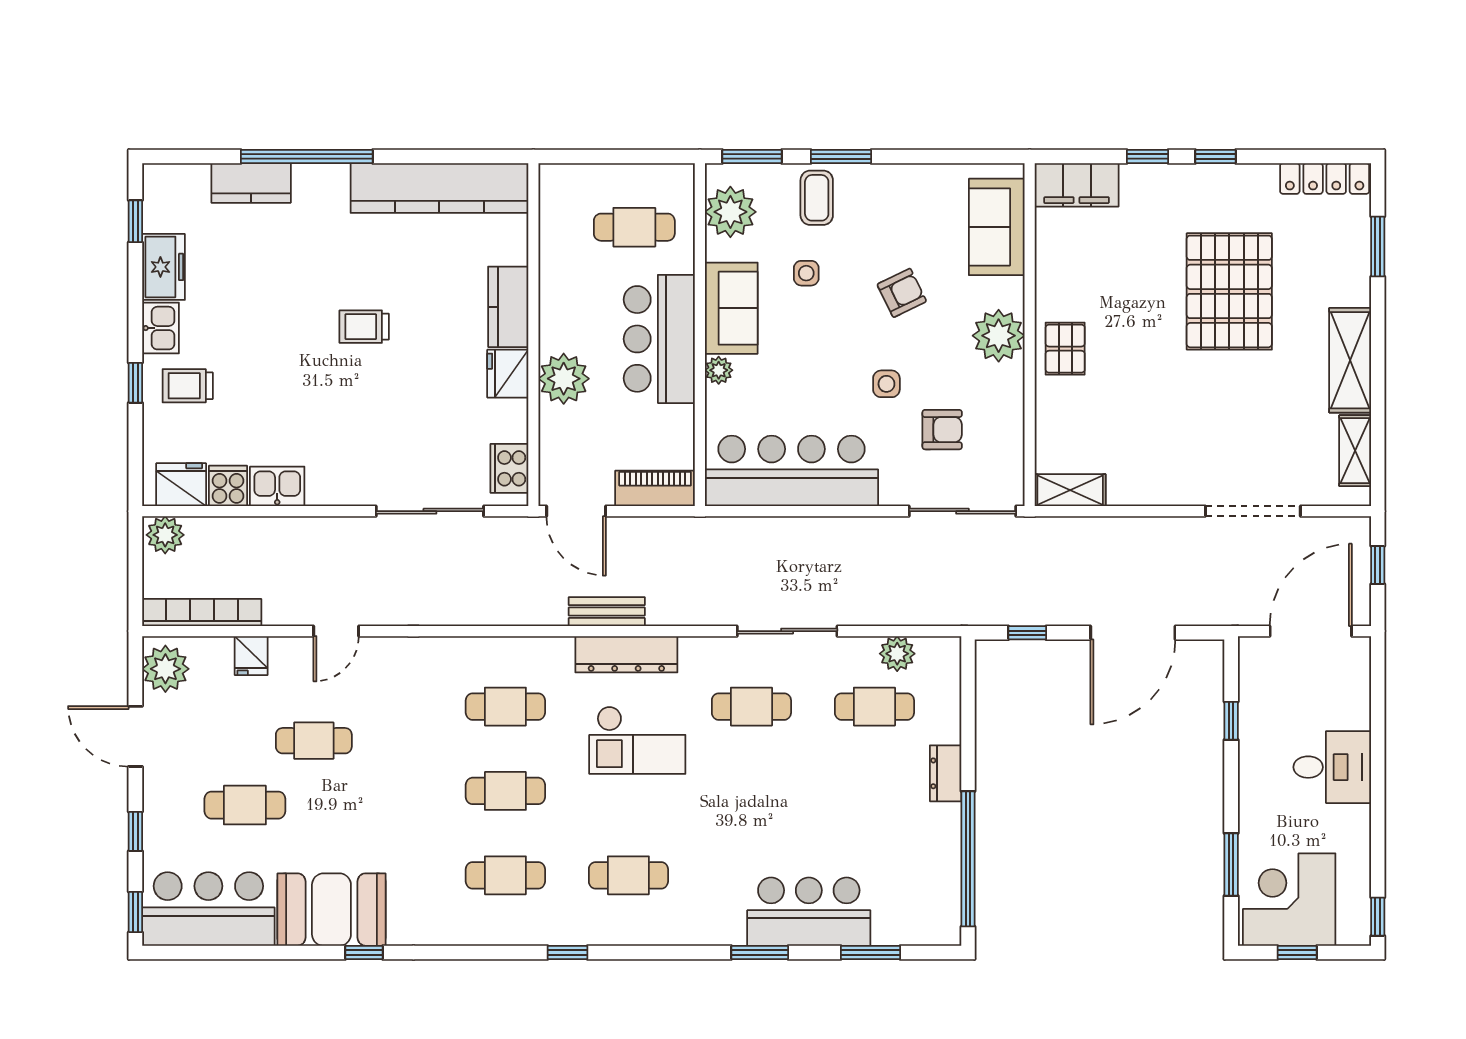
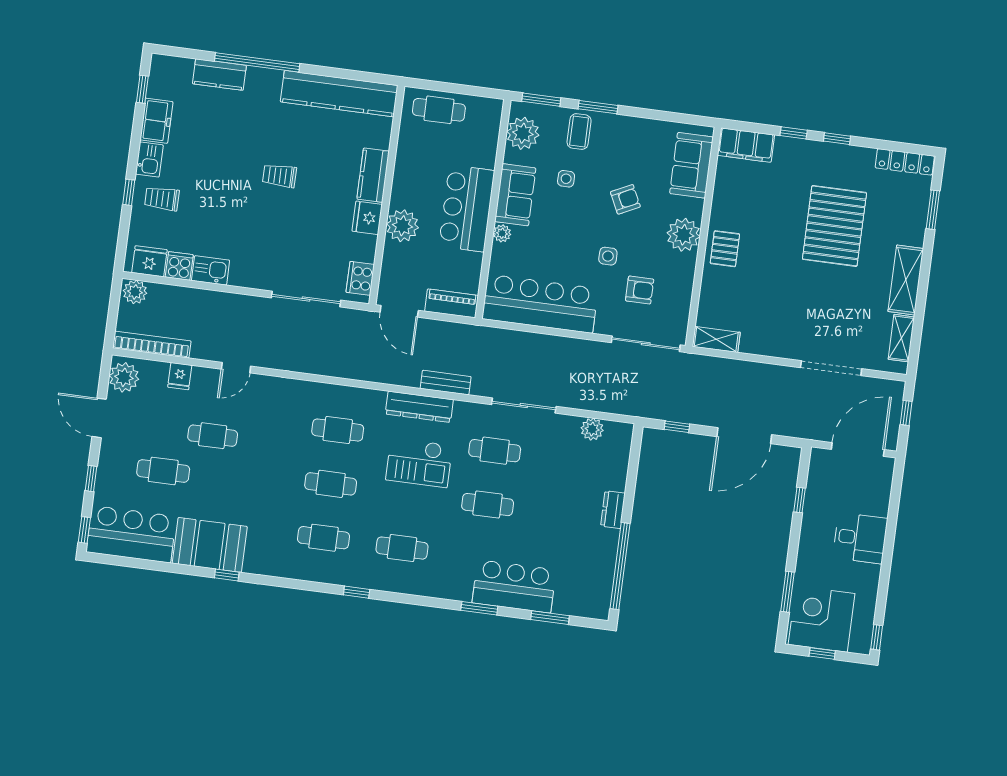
cafe table: (634, 227) -> (439, 110), moved
bench: (607, 612) -> (446, 383), moved
cafe table: (874, 707) -> (488, 505), moved

